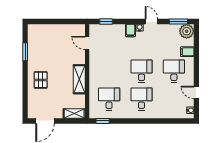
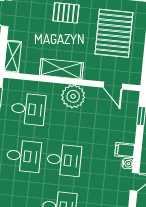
door: (87, 43) -> (113, 86), swing flipped
pallet: (51, 46) -> (114, 33), added
plant: (97, 69) -> (73, 96), added

